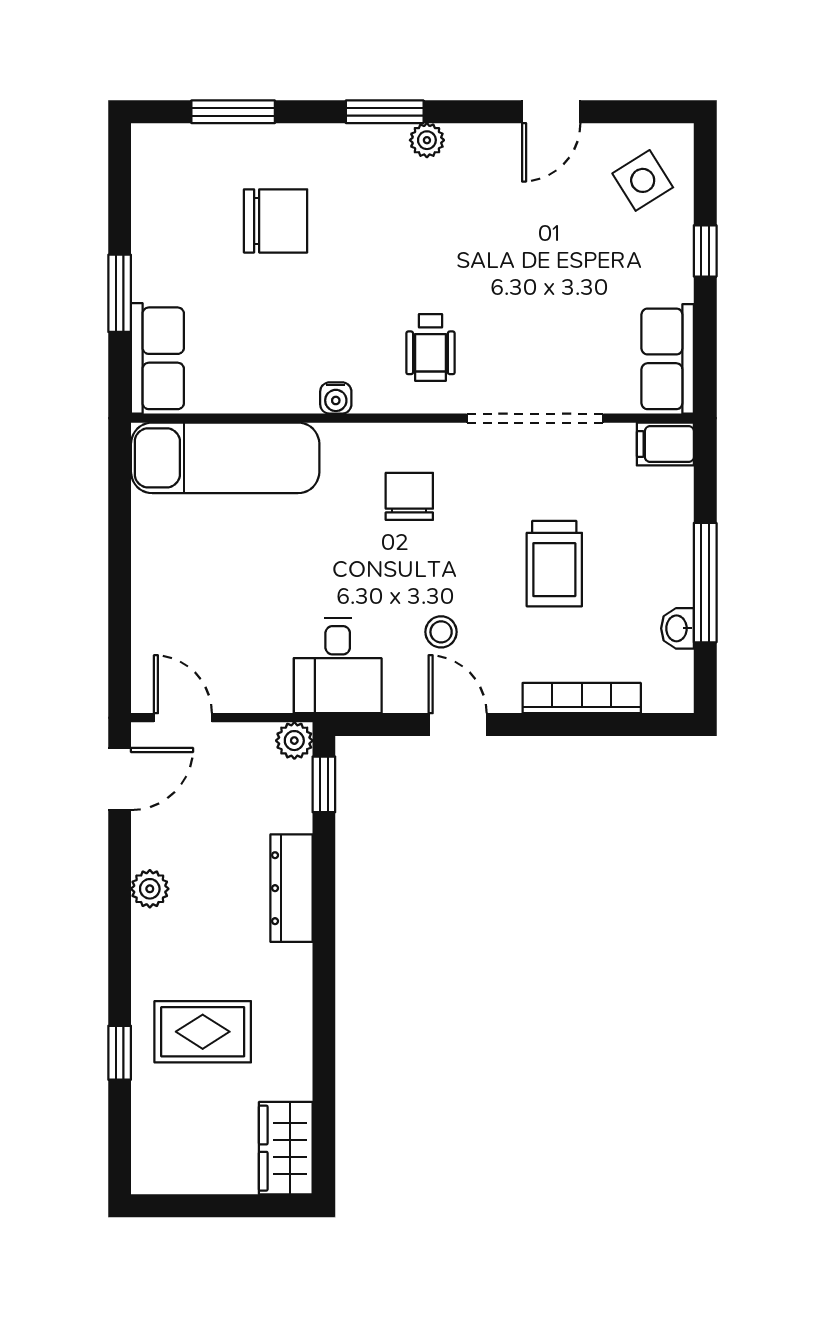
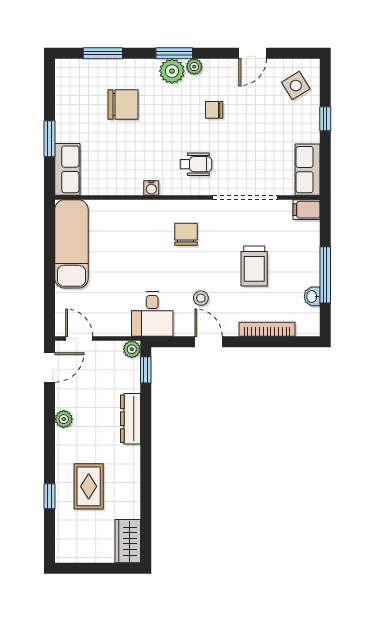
plant: (380, 150) -> (172, 71), added
chair: (469, 232) -> (214, 110), added
wheelchair: (430, 347) -> (196, 164), turned -90
exam couch: (225, 458) -> (71, 244), moved, turned -90
rug: (203, 1032) -> (89, 486), turned 90

